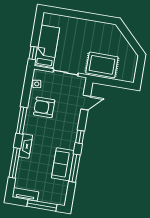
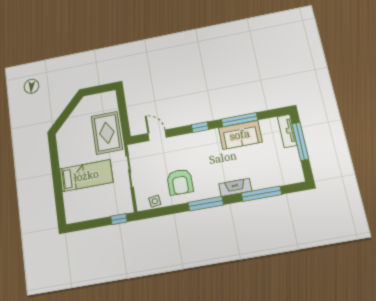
bed: (47, 47) -> (86, 176), moved, turned 180
tv unit: (25, 194) -> (287, 131), moved

